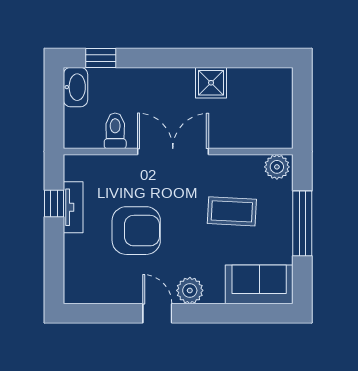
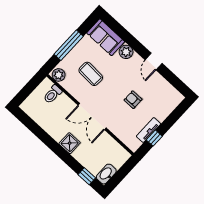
shower: (211, 83) -> (70, 143), moved
toilet: (115, 131) -> (53, 94), moved
armchair: (136, 231) -> (133, 100), width x0.53, depth x0.53
plant: (190, 290) -> (126, 52), moved

